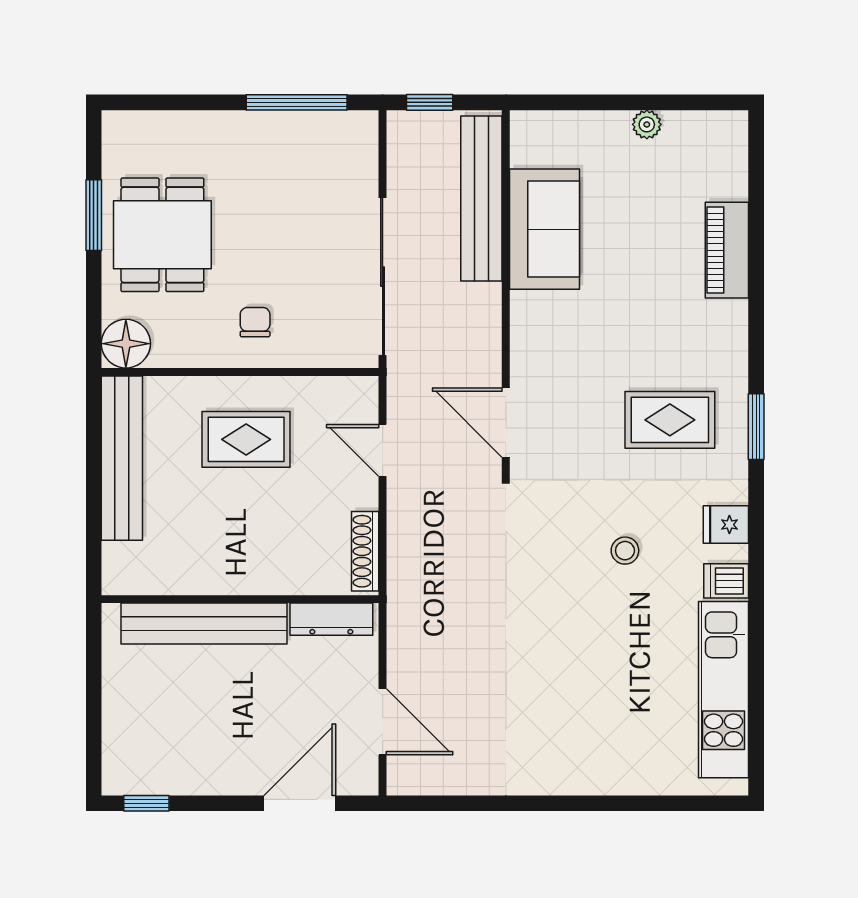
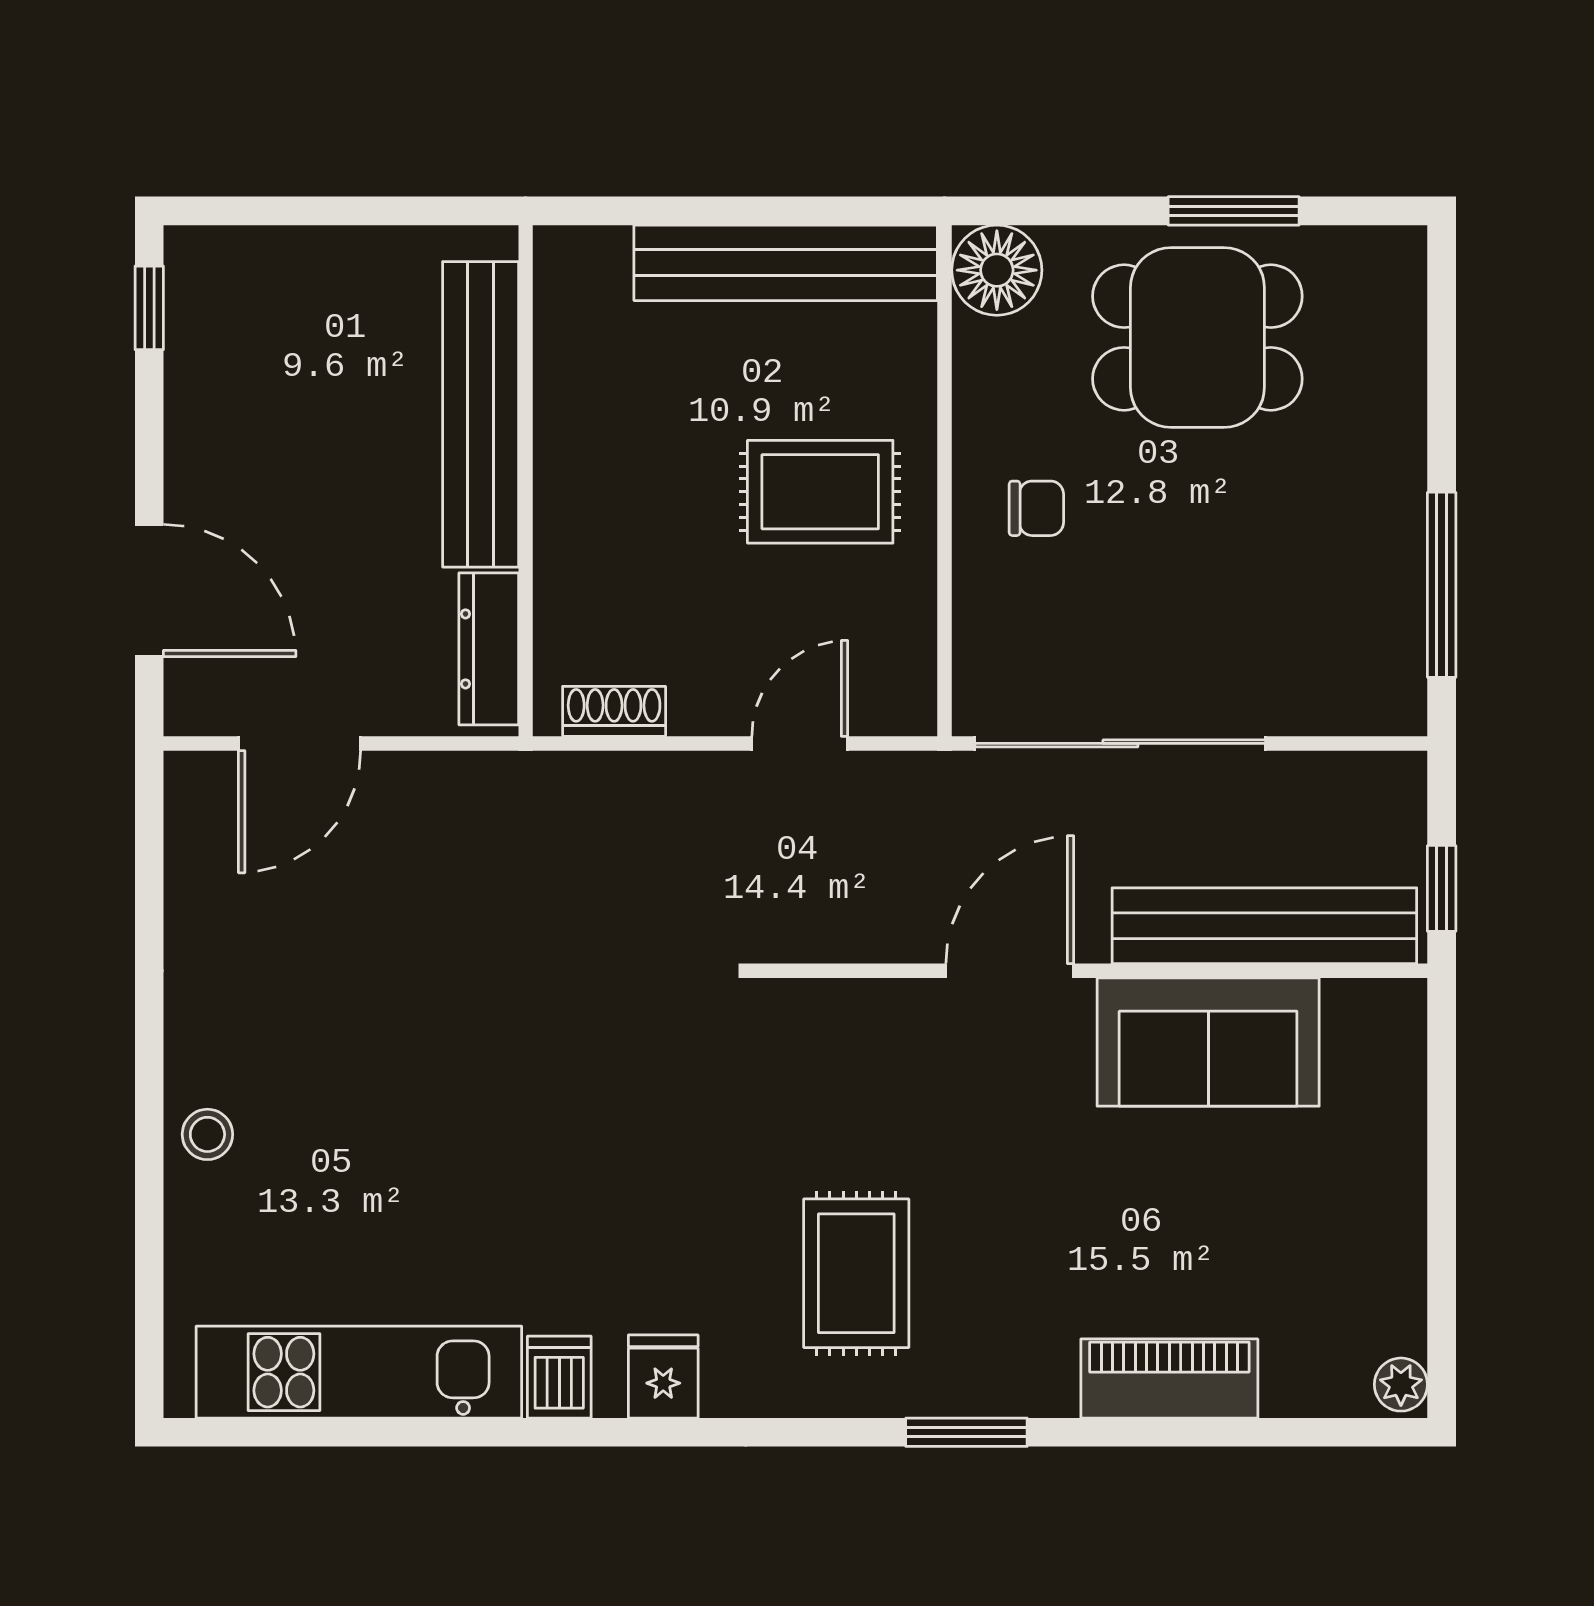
window: (430, 102) -> (1442, 888), moved
plant: (647, 124) -> (1401, 1385), moved
door: (506, 423) -> (1010, 971), moved
window: (756, 427) -> (966, 1432), moved
rug: (246, 439) -> (820, 492), turned 90
shoe rack: (365, 551) -> (614, 711), width x0.70
stool: (625, 551) -> (207, 1134), moved

